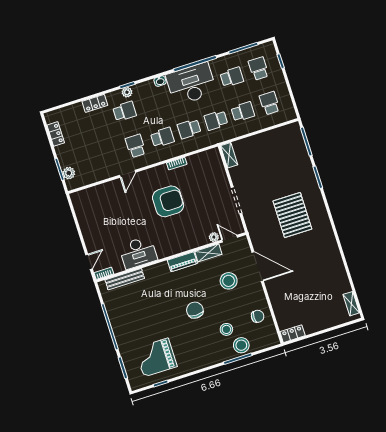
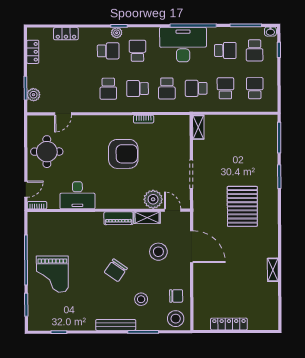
school desk: (259, 69) -> (255, 50), turned 180
washbasin: (160, 81) -> (270, 32), moved
locker: (95, 103) -> (66, 34), moved
school desk: (151, 103) -> (137, 51), added
school desk: (243, 112) -> (225, 88), turned -90
school desk: (189, 129) -> (167, 88), turned -90
school desk: (162, 137) -> (138, 89), turned 180
school desk: (136, 146) -> (108, 89), turned 180
door: (128, 174) -> (63, 114), moved
round table: (97, 221) -> (47, 152), added
plant: (214, 237) -> (153, 199), width x1.87, depth x1.87
bench: (125, 279) -> (116, 325), moved
shelving: (351, 304) -> (273, 270), moved
chair: (195, 310) -> (116, 270), turned -145
locker: (293, 334) -> (229, 324), moved, width x1.53
stool: (241, 345) -> (176, 319), moved
grand piano: (156, 357) -> (52, 274), moved, turned -90

